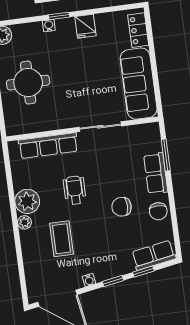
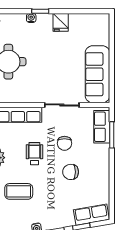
locker: (138, 30) -> (103, 31), removed
row of seats: (156, 173) -> (102, 127), moved
chair: (158, 211) -> (64, 143), moved
coffee table: (61, 239) -> (19, 191), turned 90

